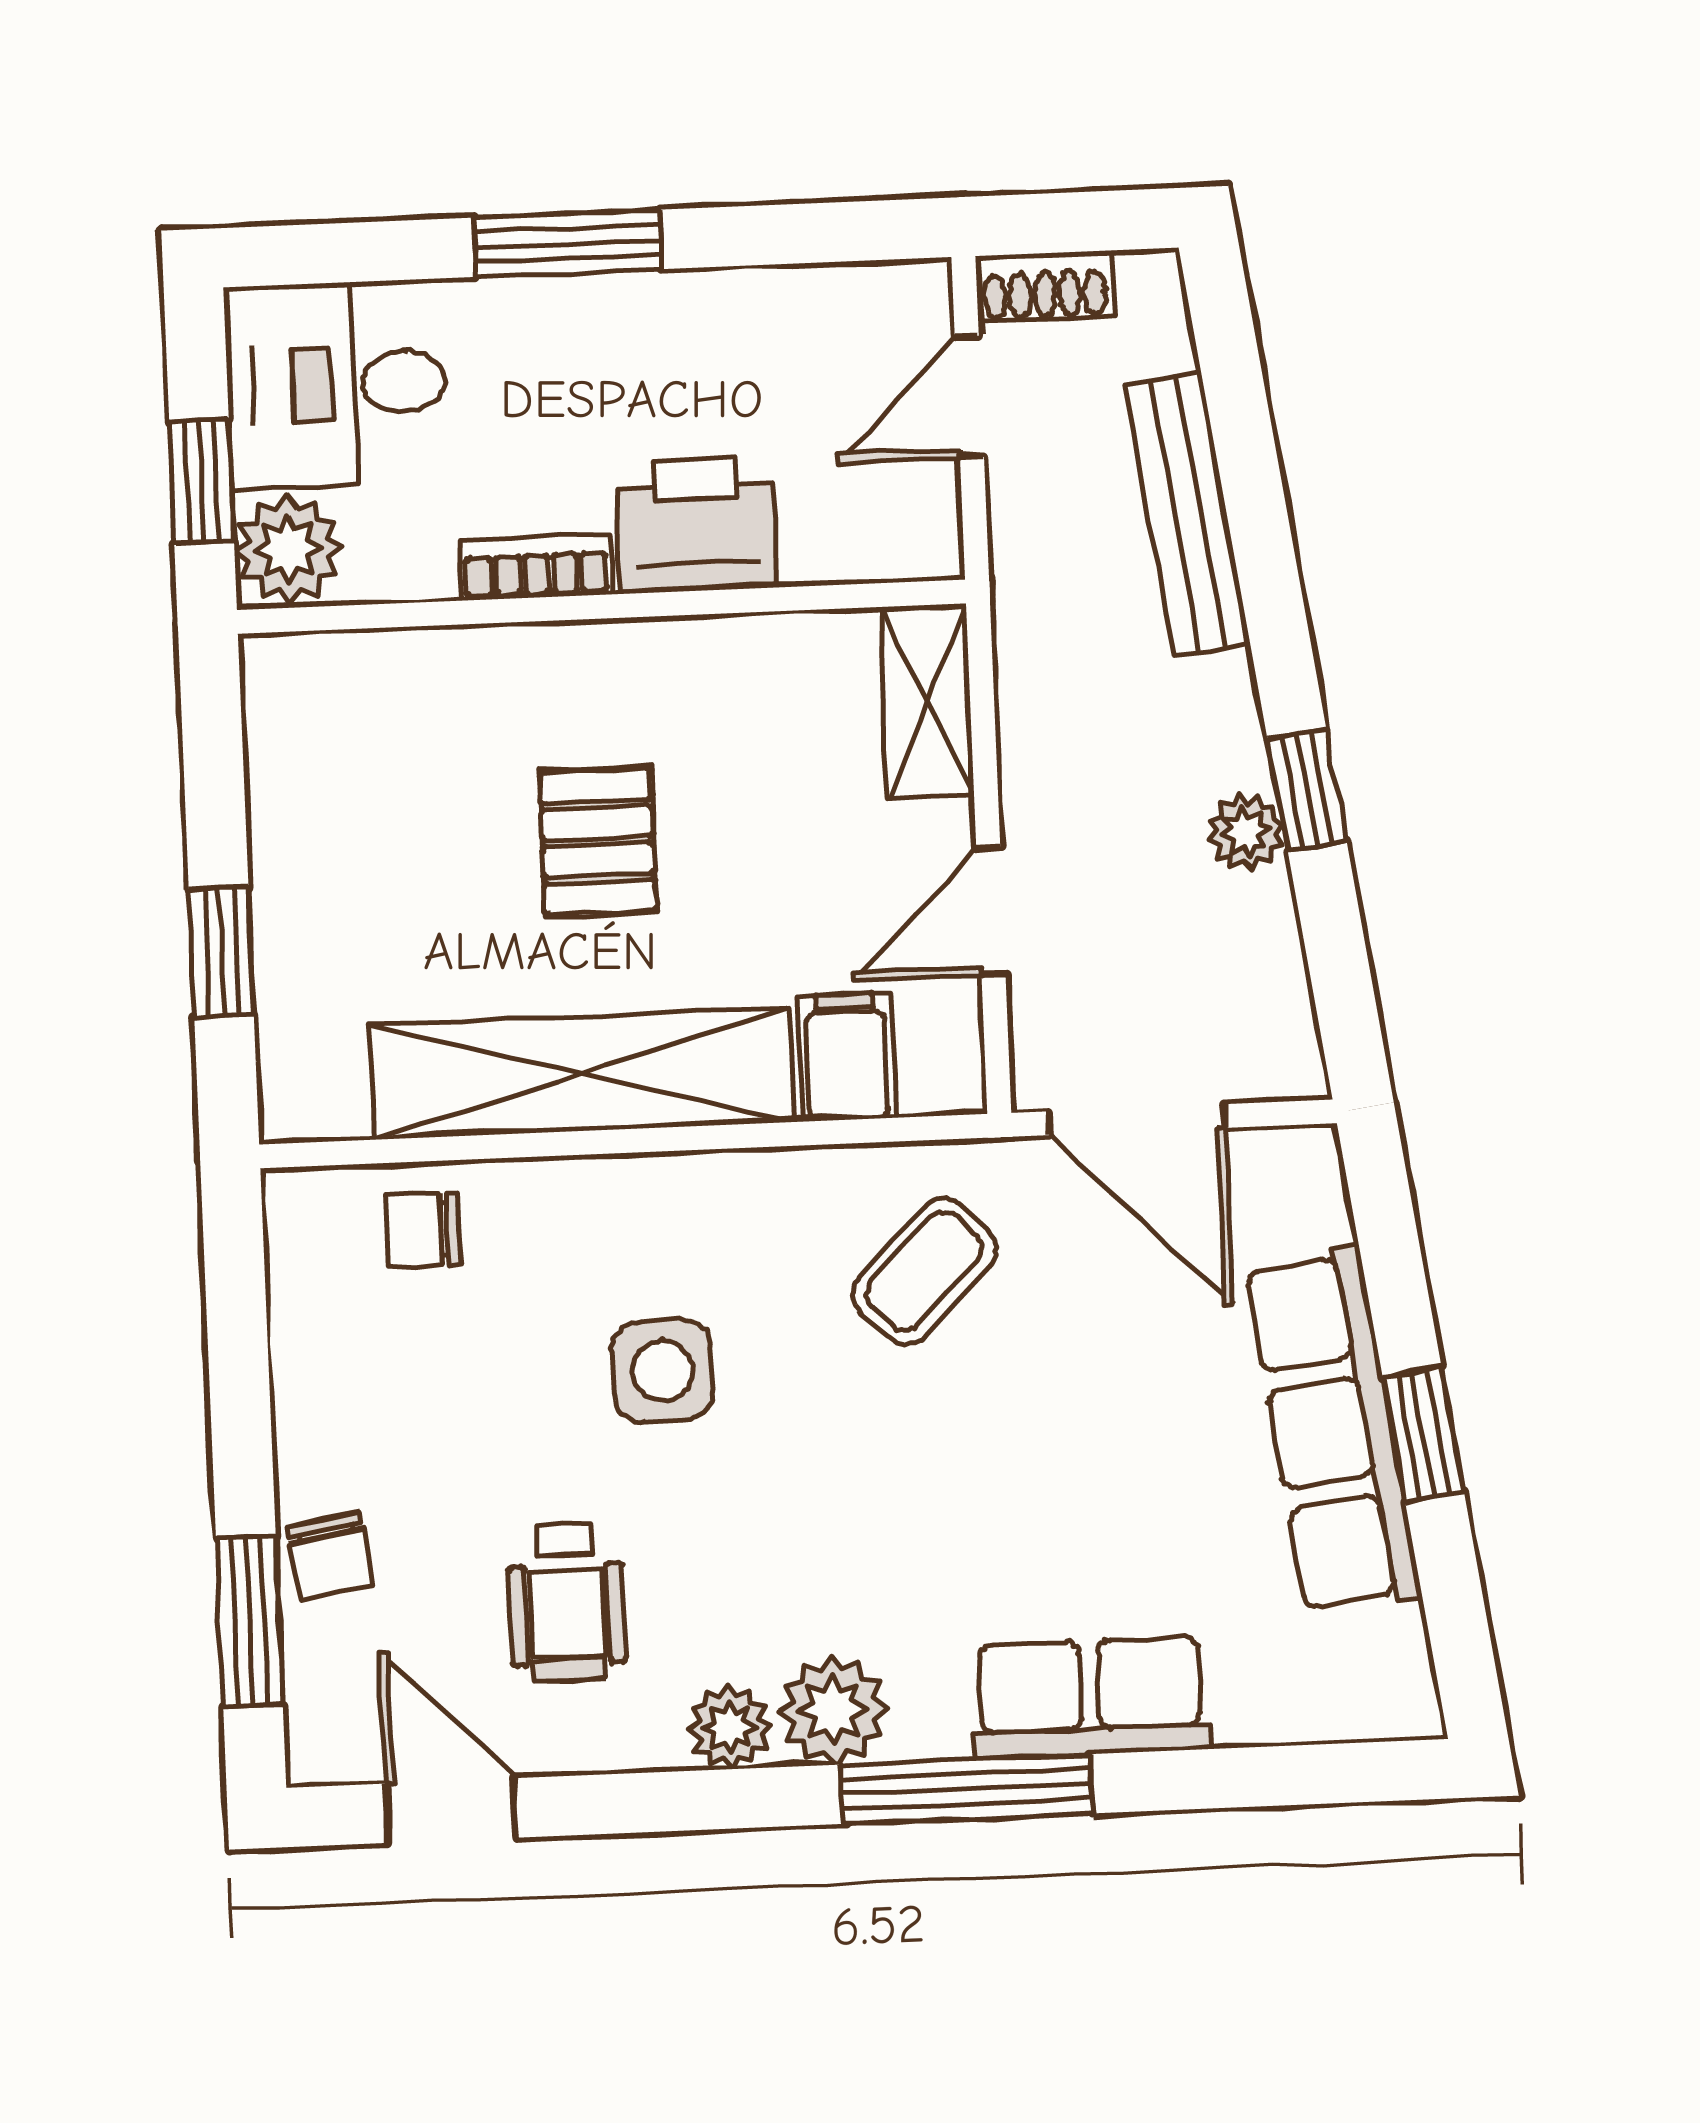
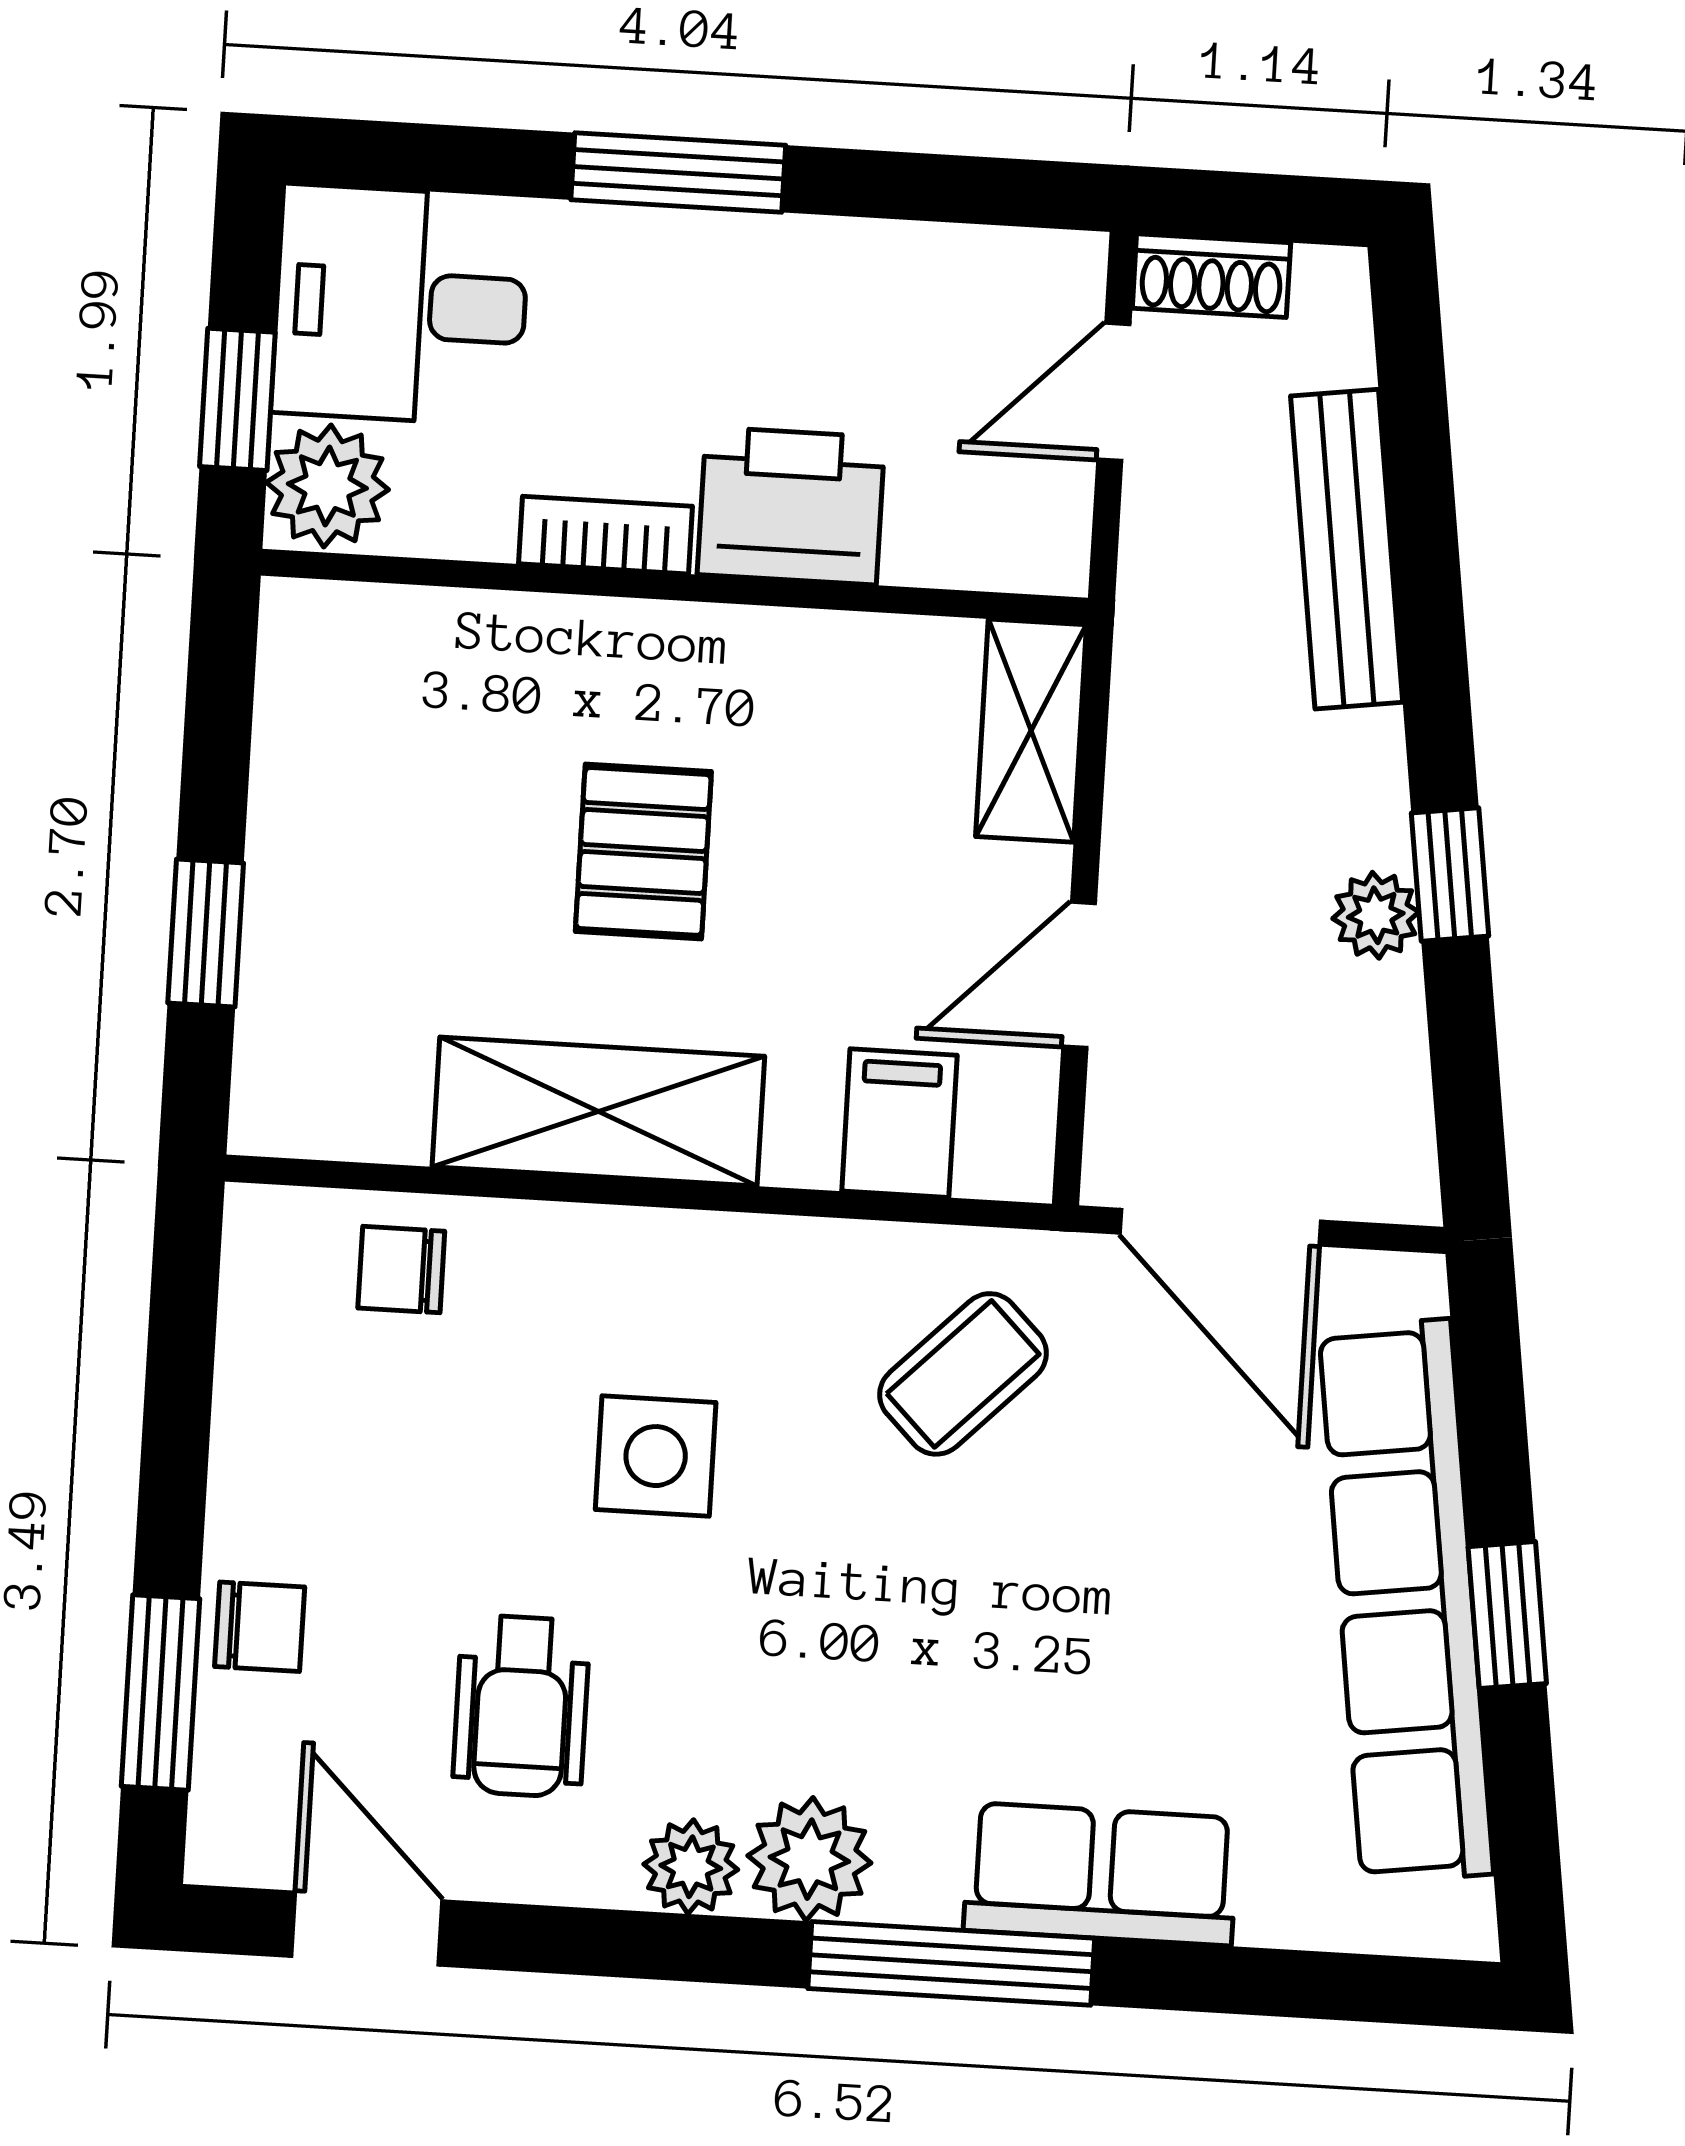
shelving: (582, 1074) -> (598, 1112), width x0.68
row of seats: (1333, 1431) -> (1406, 1601), width x1.36
chair: (330, 1556) -> (260, 1627), turned -81

